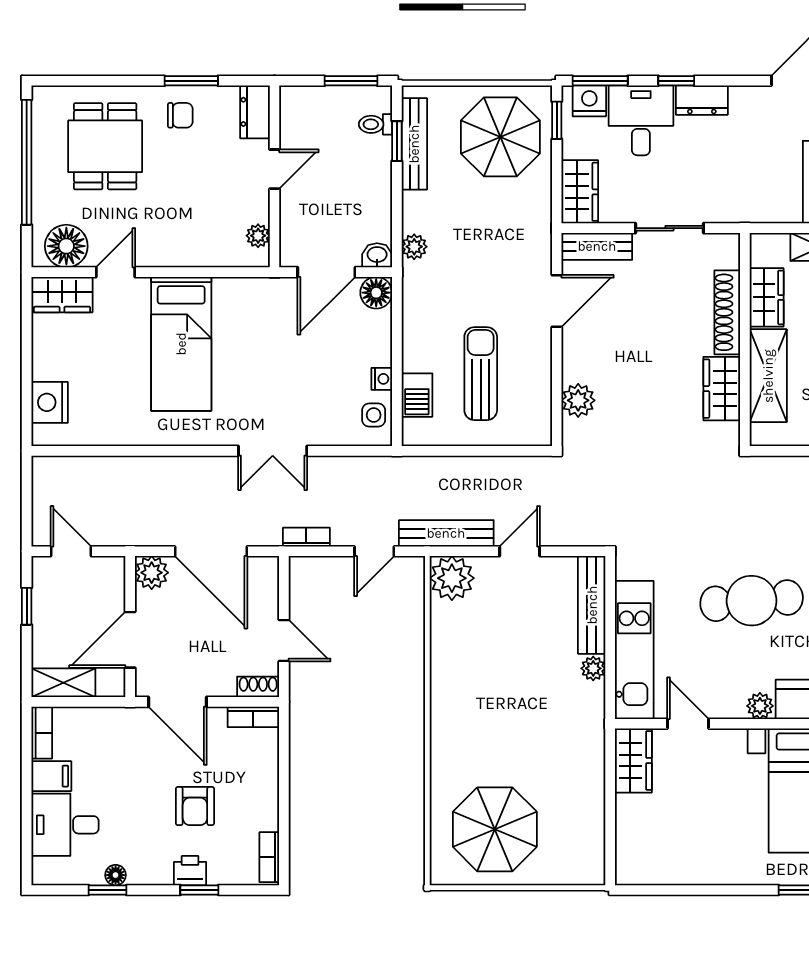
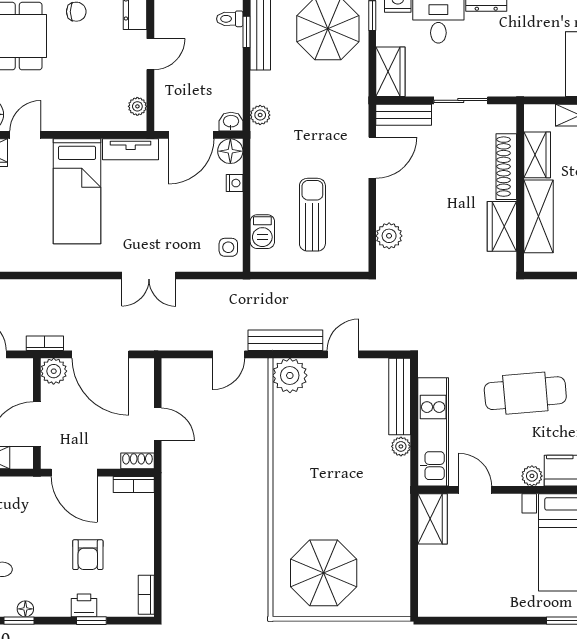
tv unit: (249, 290) -> (131, 149), added
nightstand: (382, 379) -> (235, 183), moved
bookcase: (306, 537) -> (45, 343), moved

